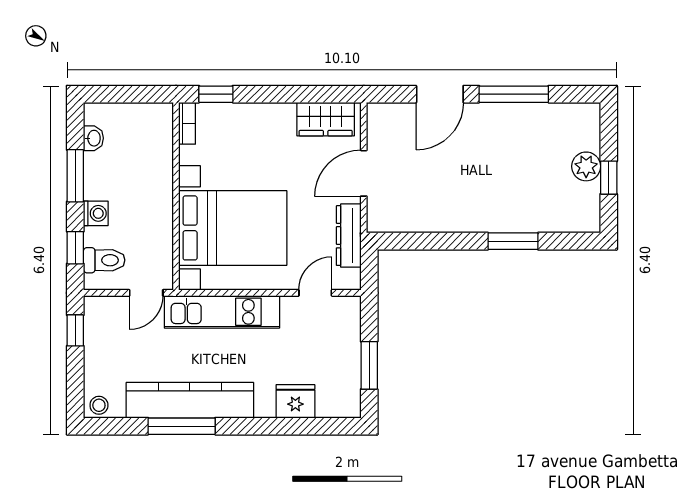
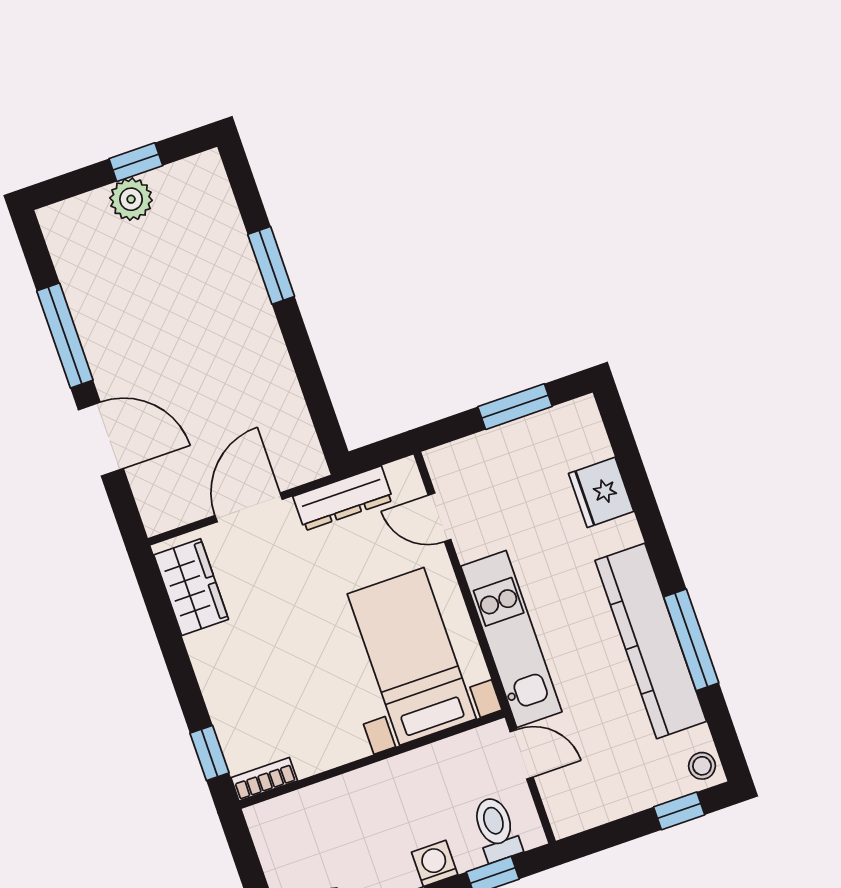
door: (364, 173) -> (249, 507), swing flipped
bed with nightstands: (233, 228) -> (412, 656), width x0.73
window: (75, 330) -> (679, 811), moved

